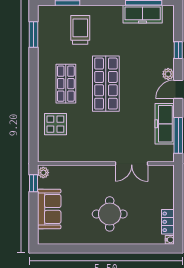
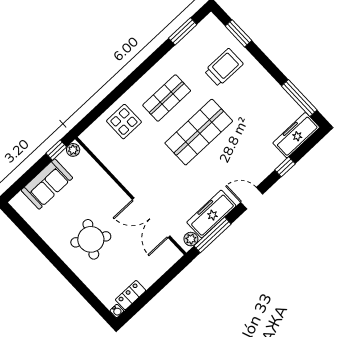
freezer: (143, 14) -> (296, 135), moved, turned 90
plant: (168, 74) -> (191, 239), moved
double door: (132, 164) -> (151, 218), width x1.37
round table: (110, 214) -> (91, 239), turned 32

